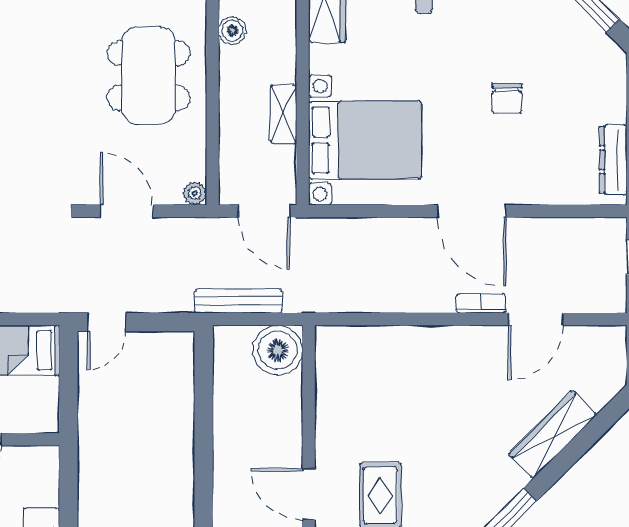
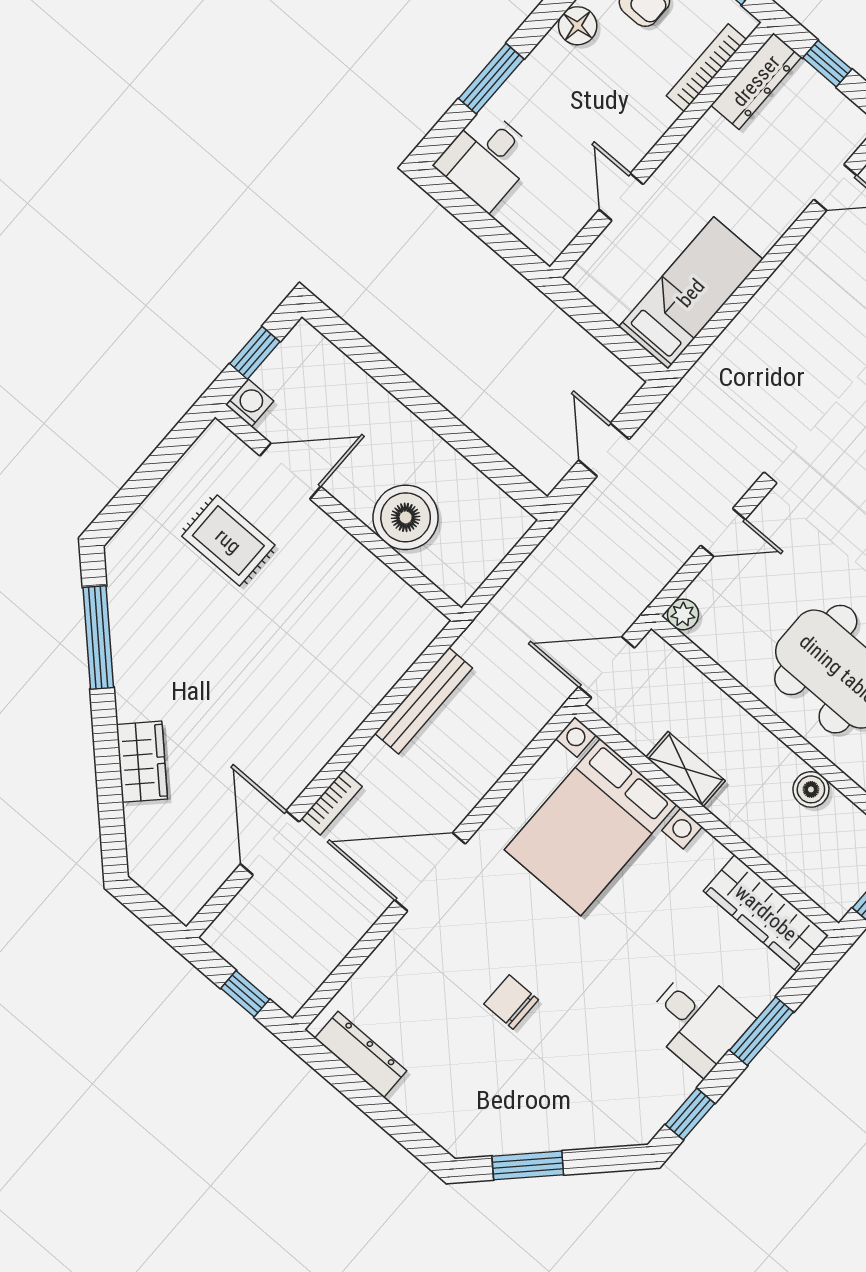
door: (127, 211) -> (723, 532), width x0.73
bench: (238, 301) -> (424, 701), moved
door: (107, 322) -> (604, 450), moved
boiler: (278, 350) -> (406, 517), moved
wardrobe: (553, 434) -> (142, 762), width x0.67

